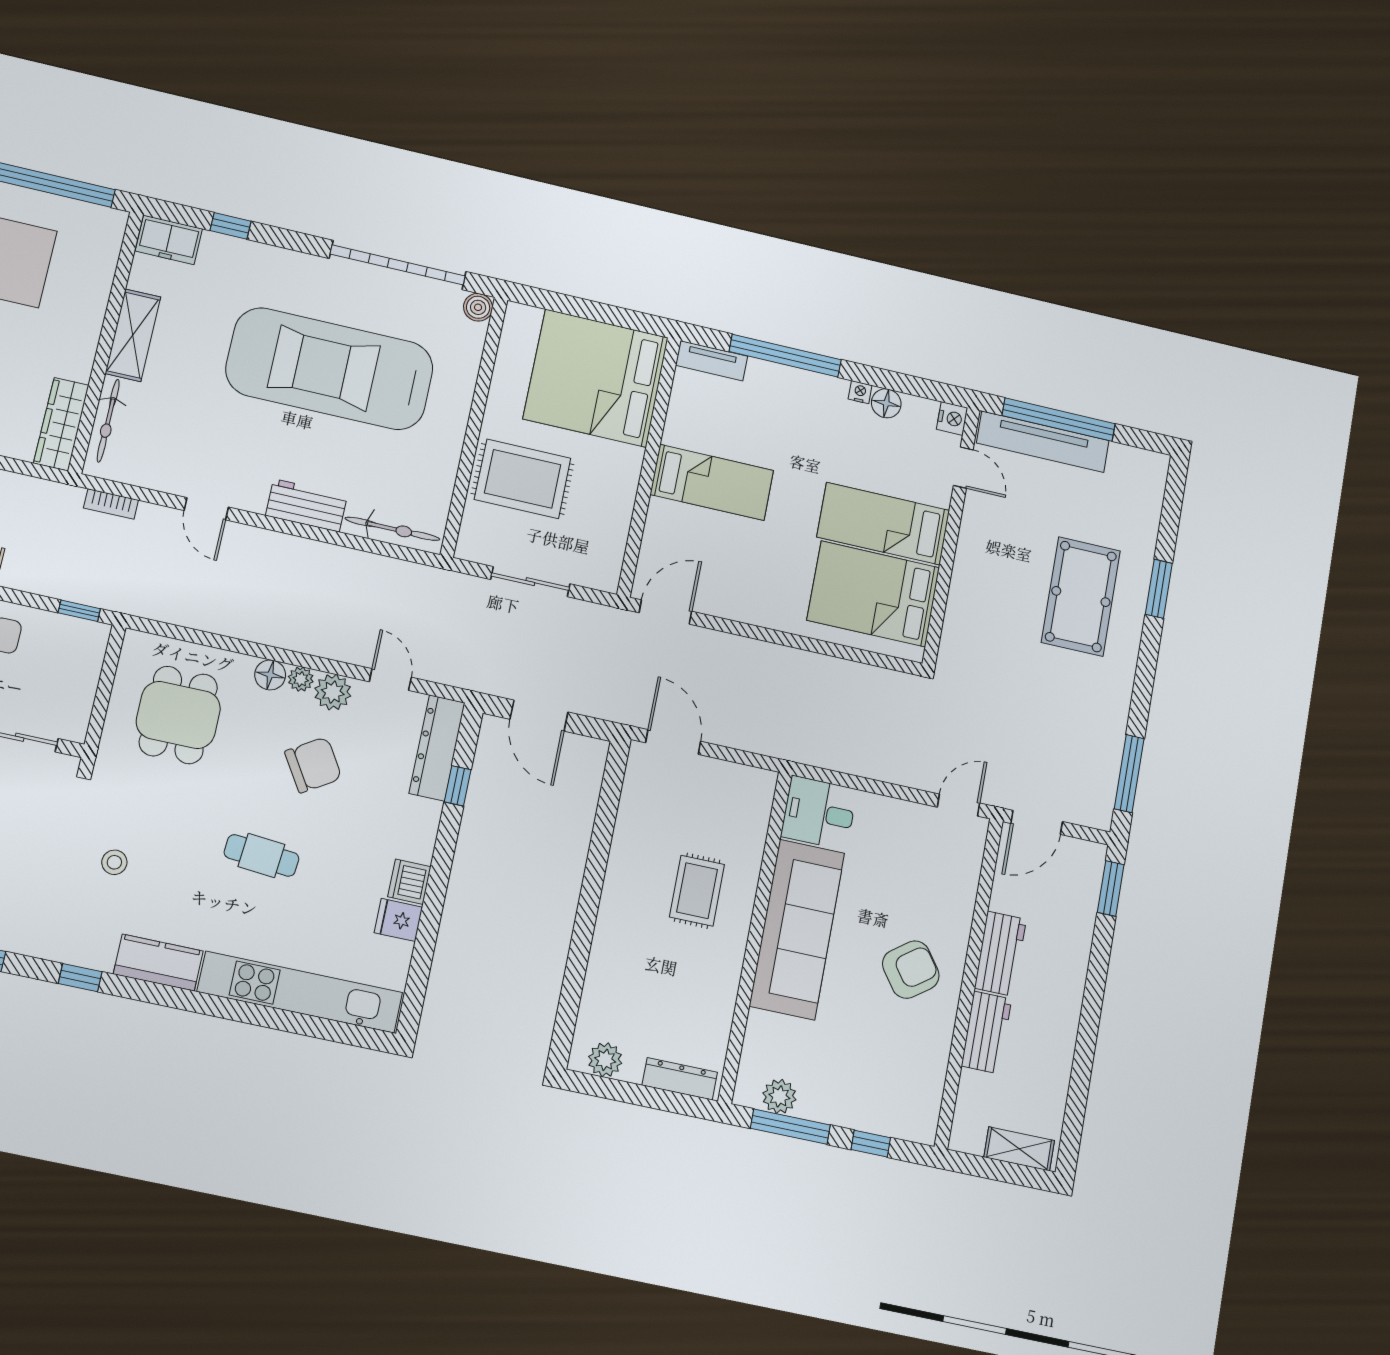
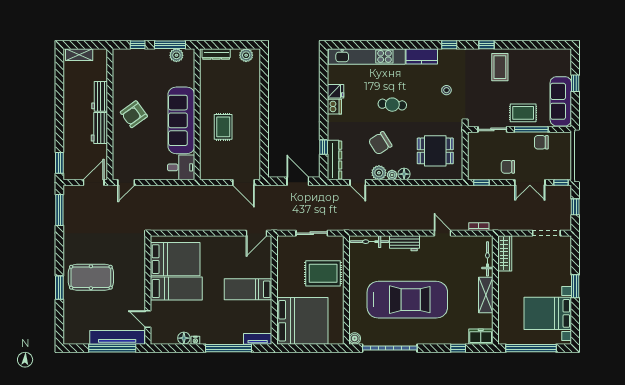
nightstand: (952, 418) -> (156, 338), removed
pool table: (1081, 596) -> (91, 277), turned 90
dining table: (178, 715) -> (435, 151), turned 90

